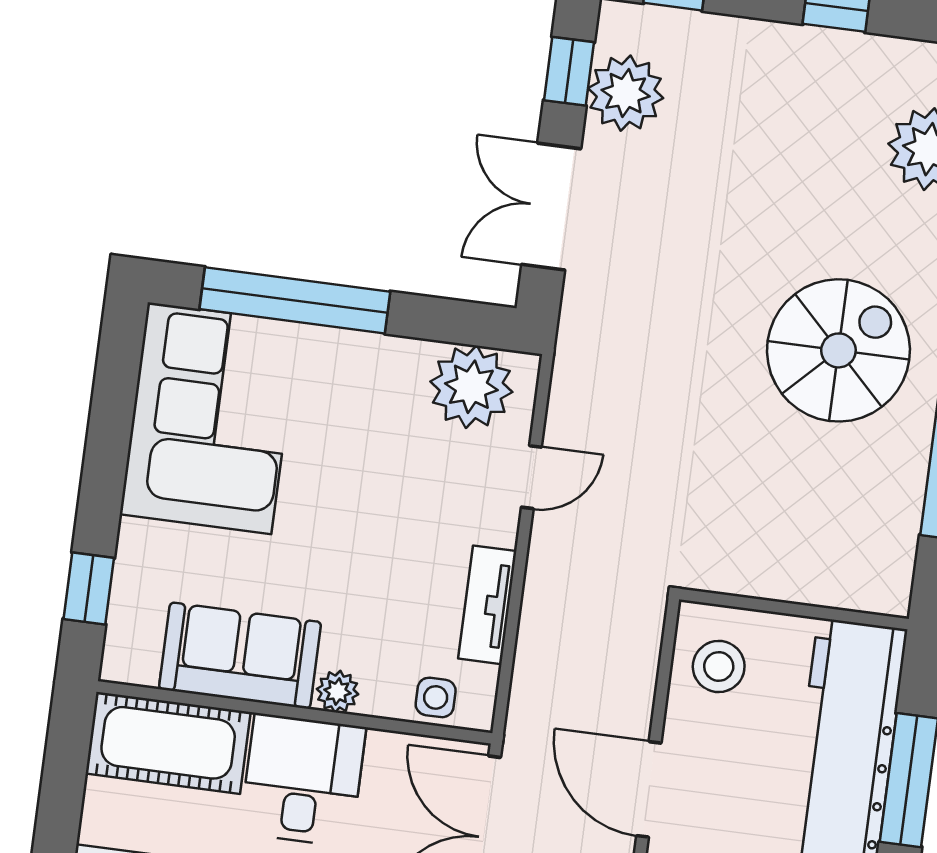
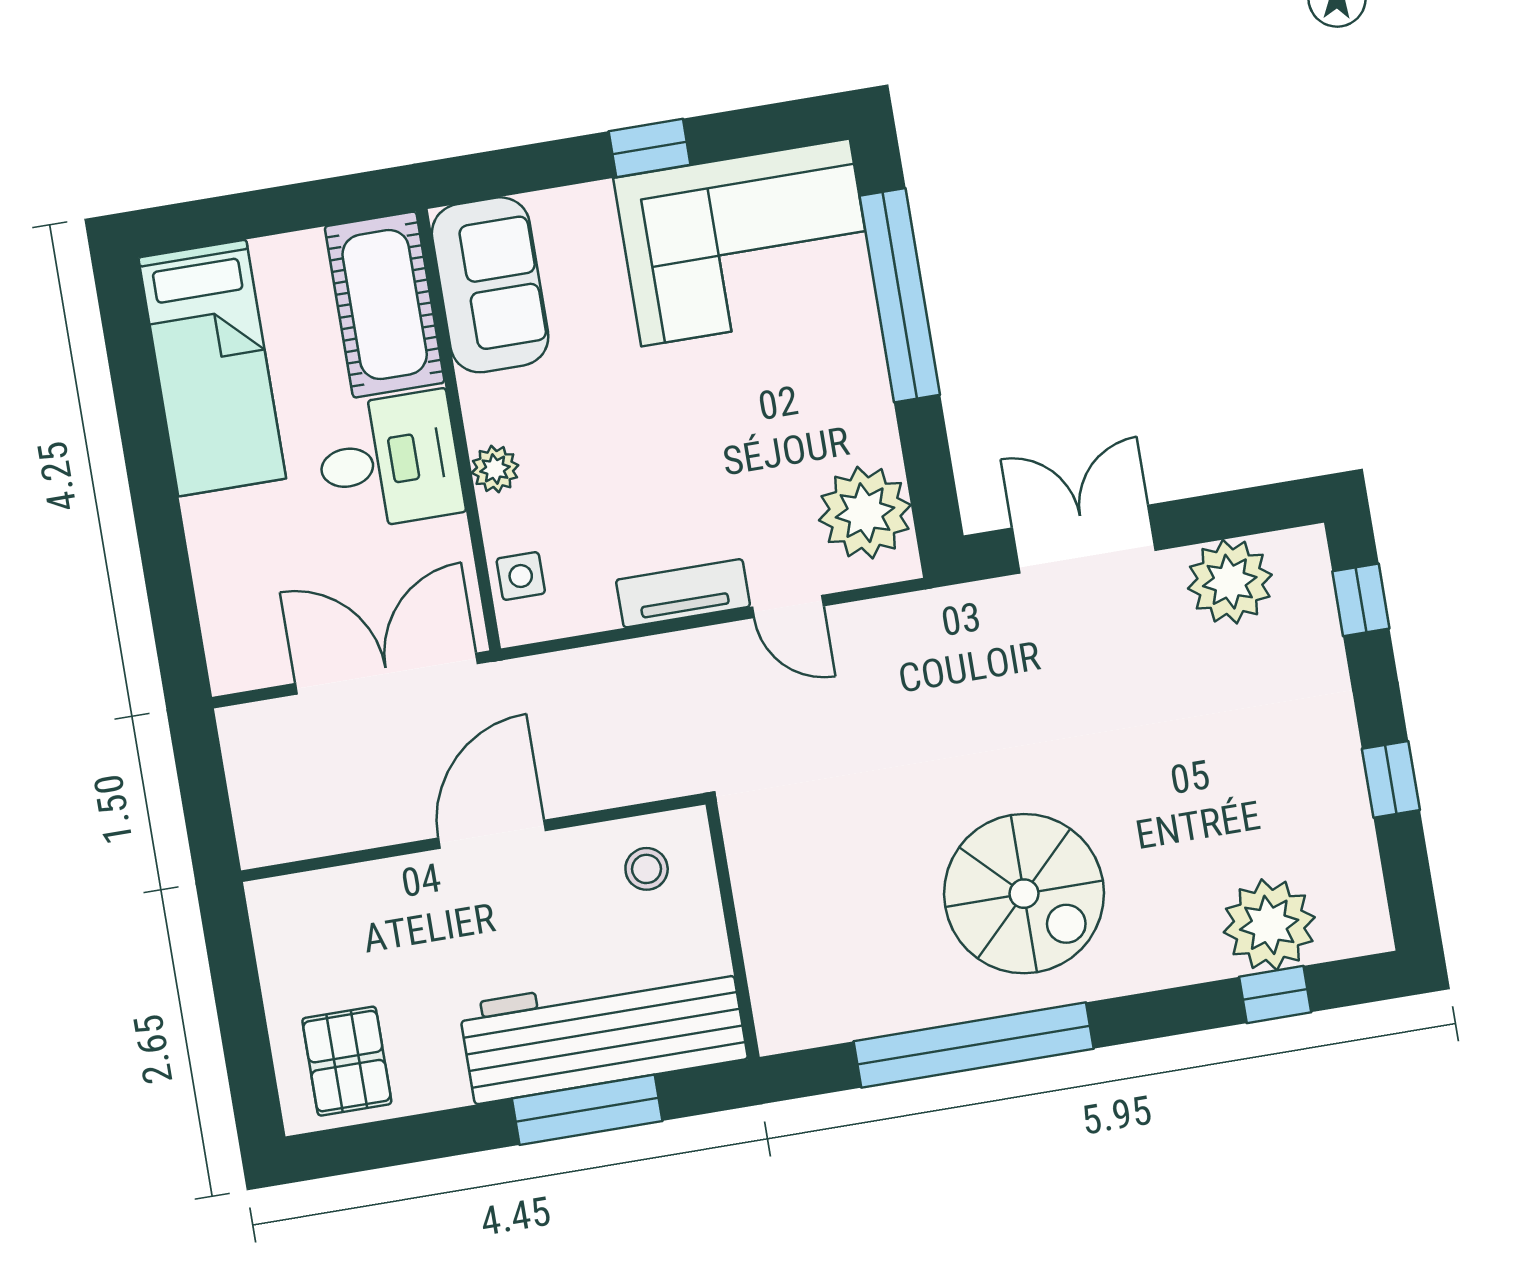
window: (569, 71) -> (1235, 514), removed
window: (89, 588) -> (650, 148), moved
tv unit: (487, 605) -> (683, 593), moved
sofa: (240, 656) -> (490, 285), moved
stool: (719, 666) -> (647, 869), width x0.73, depth x0.73

